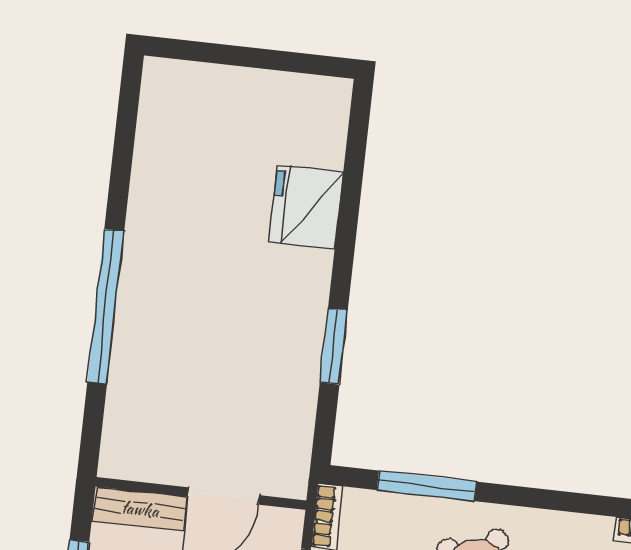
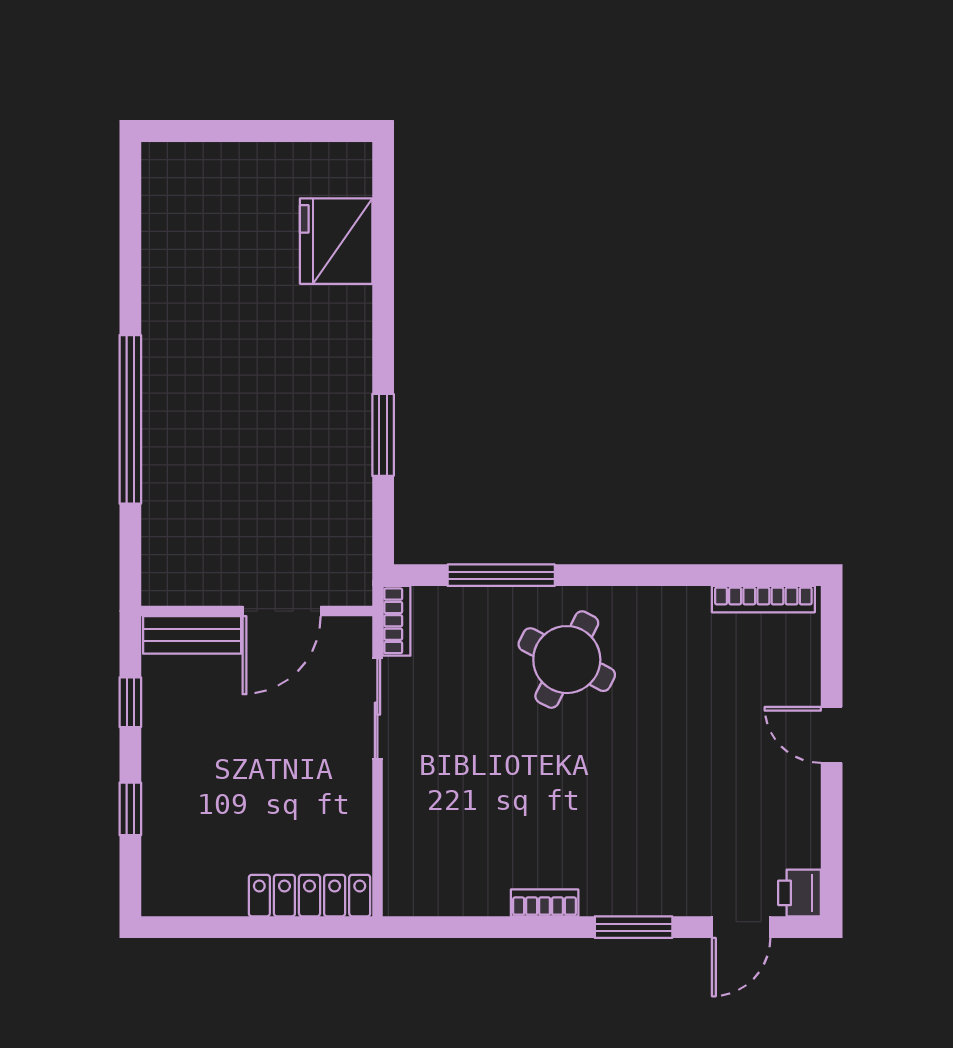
fridge: (306, 207) -> (336, 241), moved

